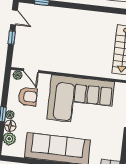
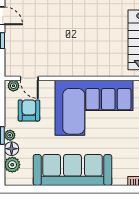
armchair: (28, 97) -> (29, 110), turned -90

